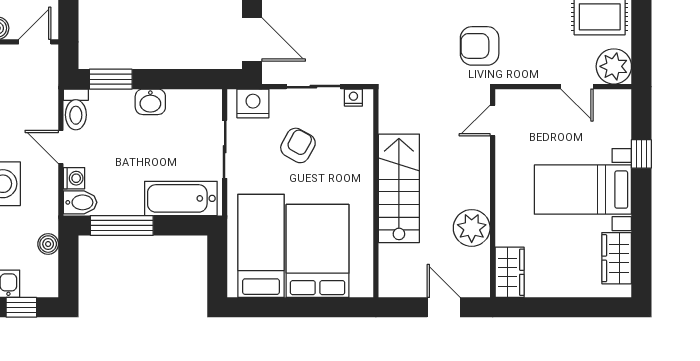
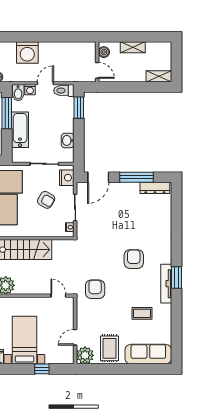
washbasin: (150, 102) -> (68, 140), moved
bathtub: (181, 198) -> (20, 130), moved

